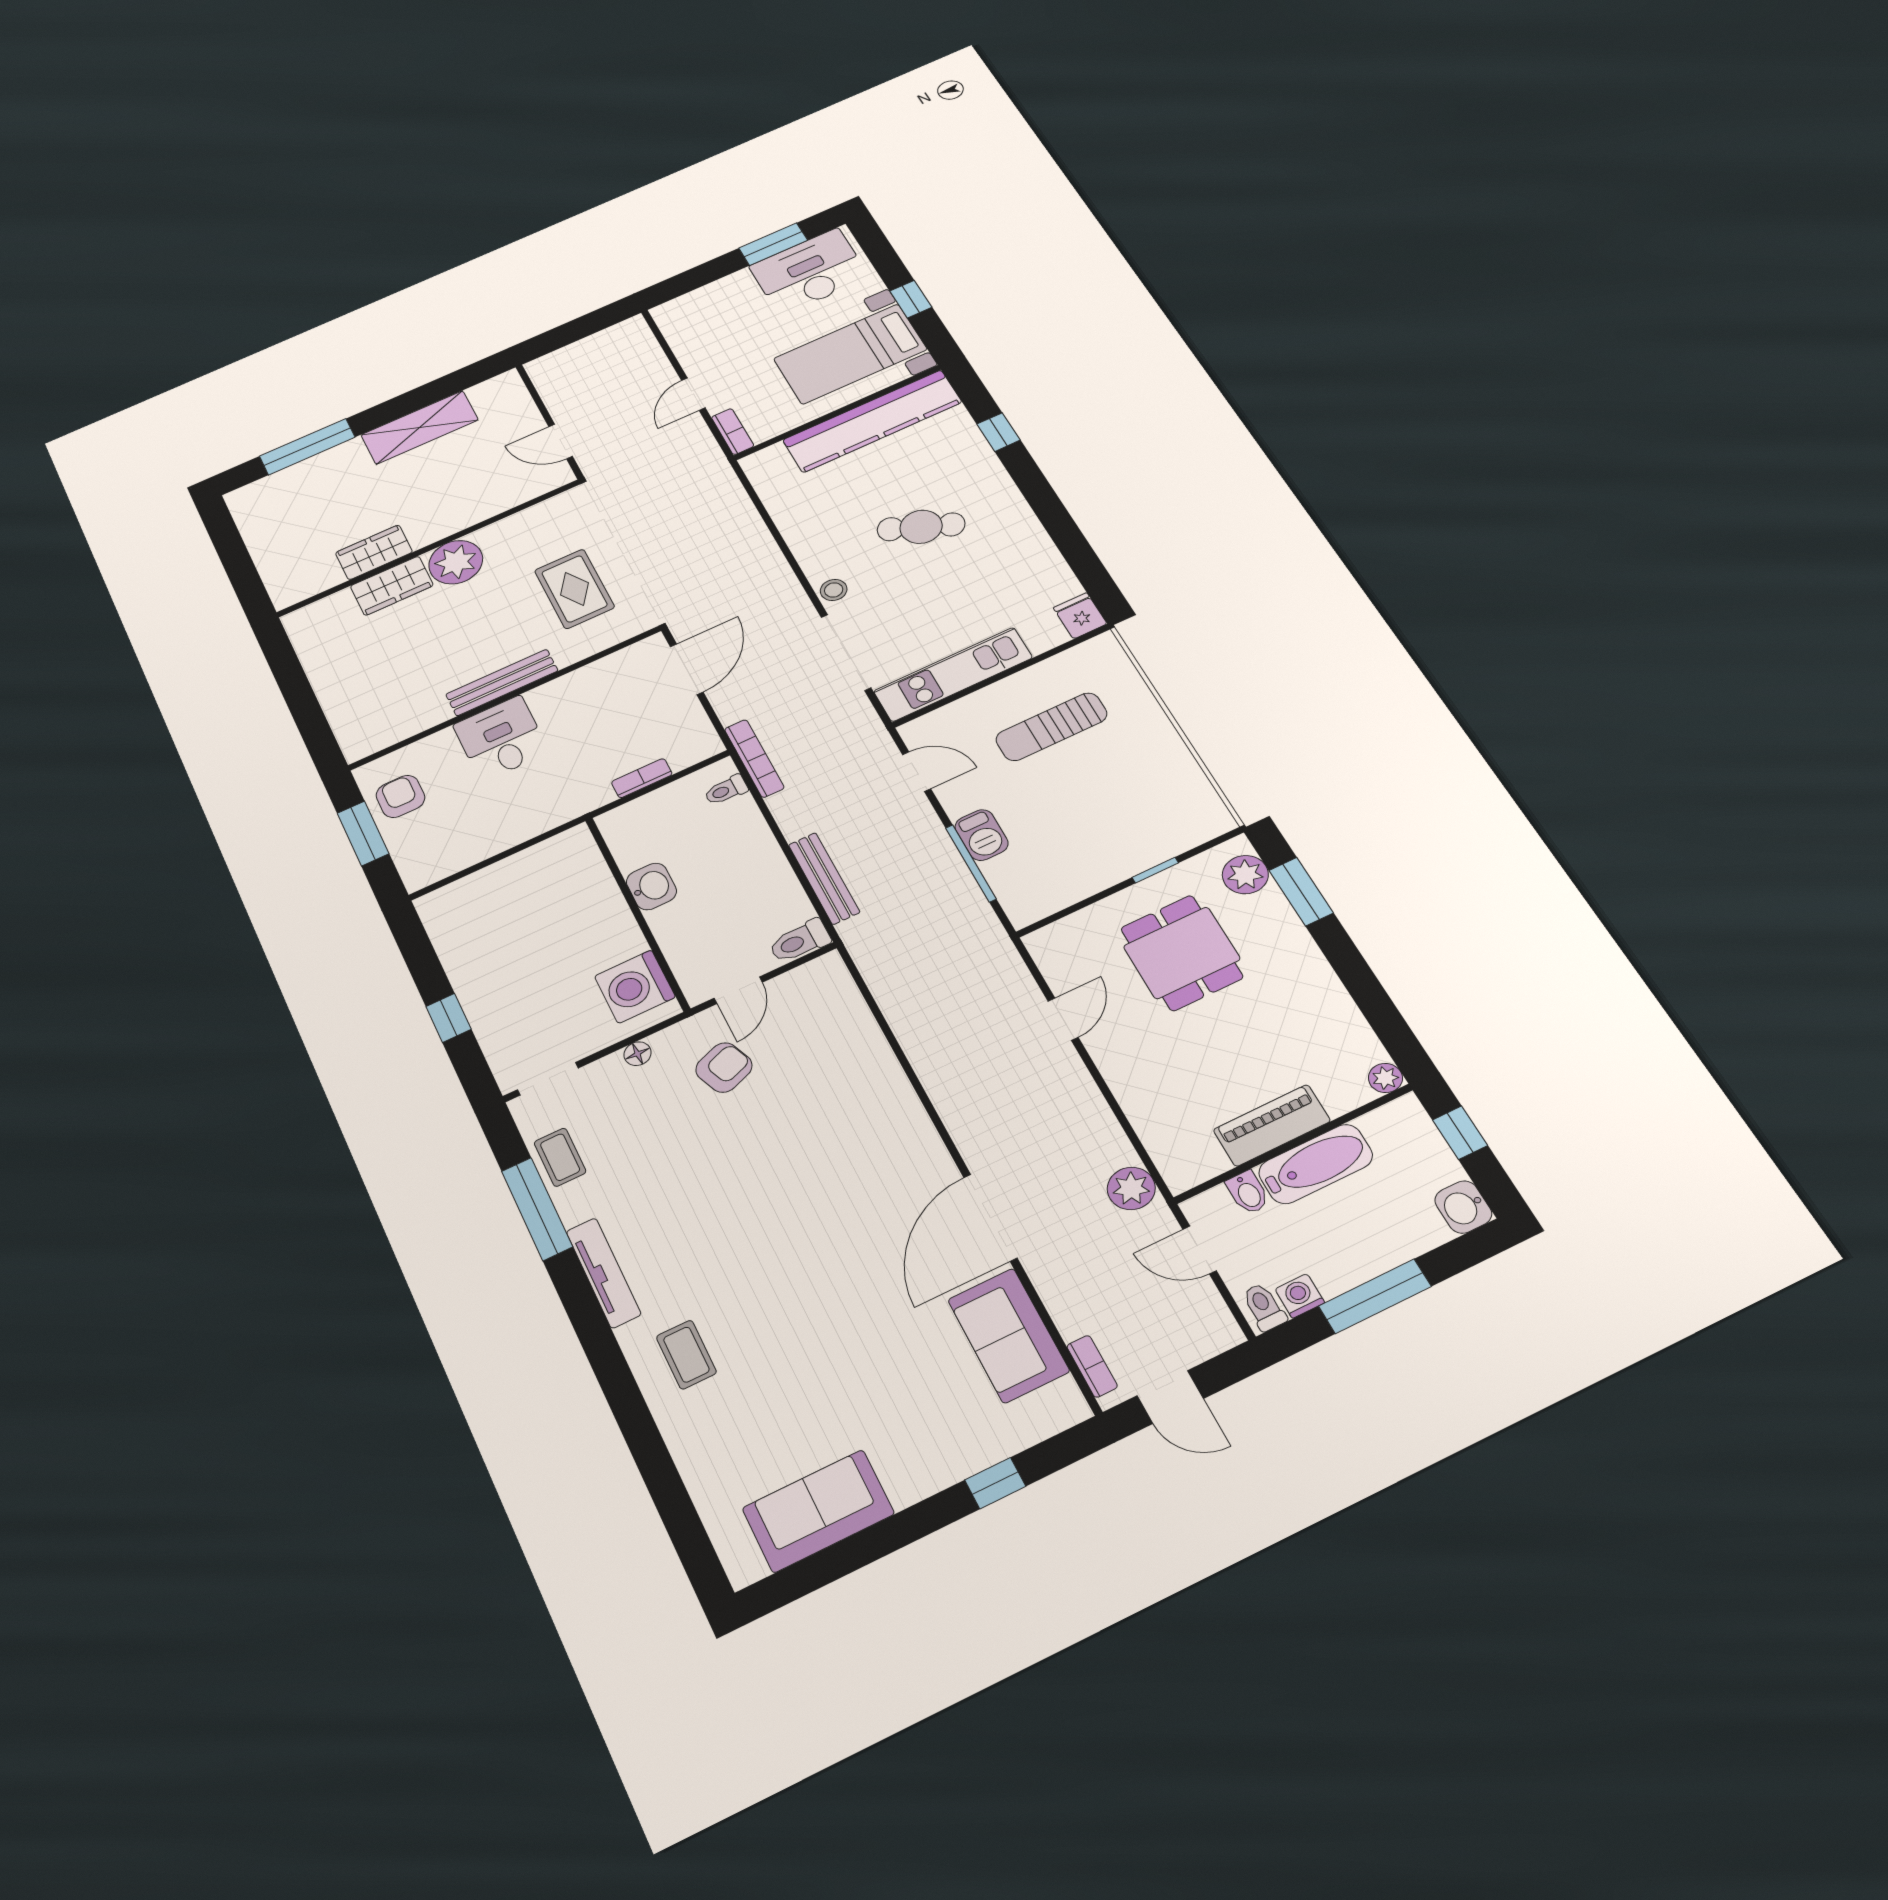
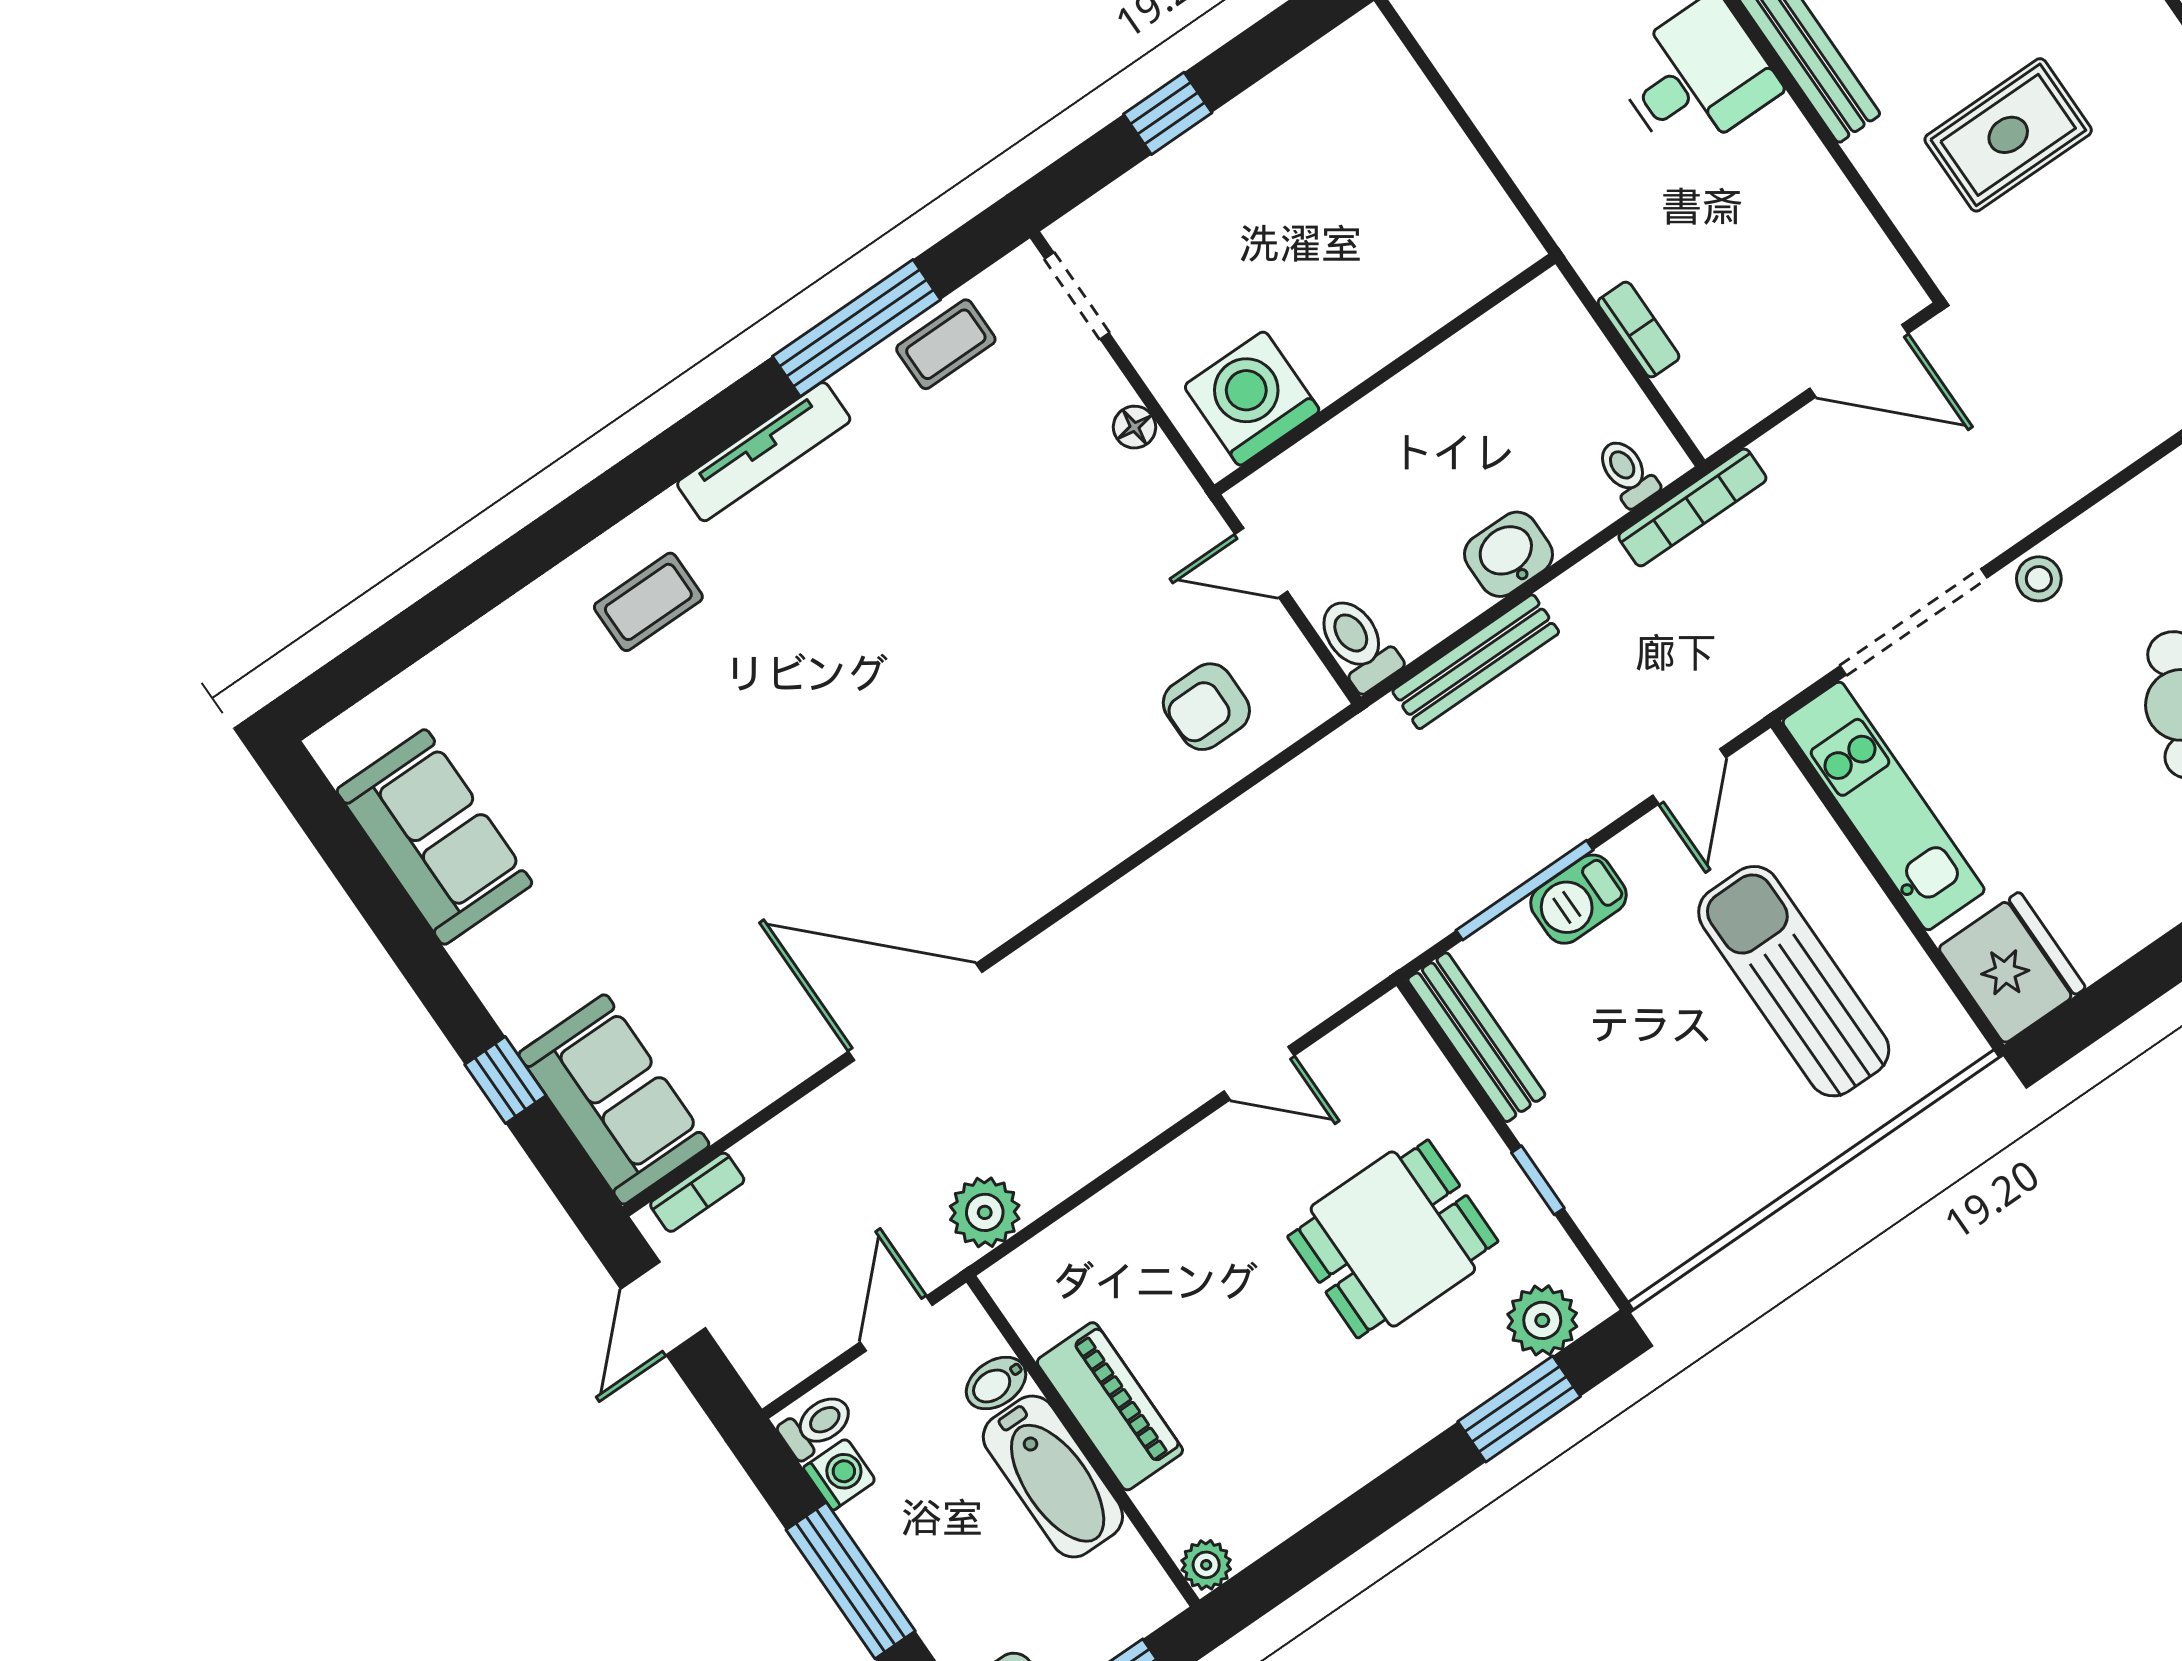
fridge: (1080, 616) -> (2012, 968), width x1.88, depth x1.34
sun lounger: (1051, 727) -> (1794, 981), width x1.36, depth x1.34
washbasin: (651, 886) -> (1509, 554), moved, turned 180
bench: (1059, 896) -> (1476, 1037), added
armchair: (724, 1068) -> (1206, 707), moved, turned 111
sofa: (1008, 1335) -> (614, 1099), moved, turned 90

